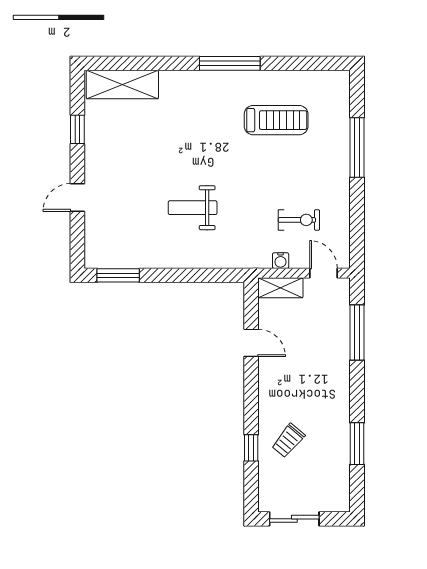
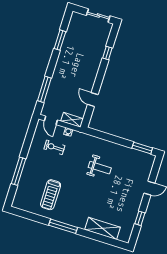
shelving: (122, 85) -> (103, 228), moved
treadmill: (276, 120) -> (51, 195), turned -90
trolley: (288, 441) -> (90, 51), removed

